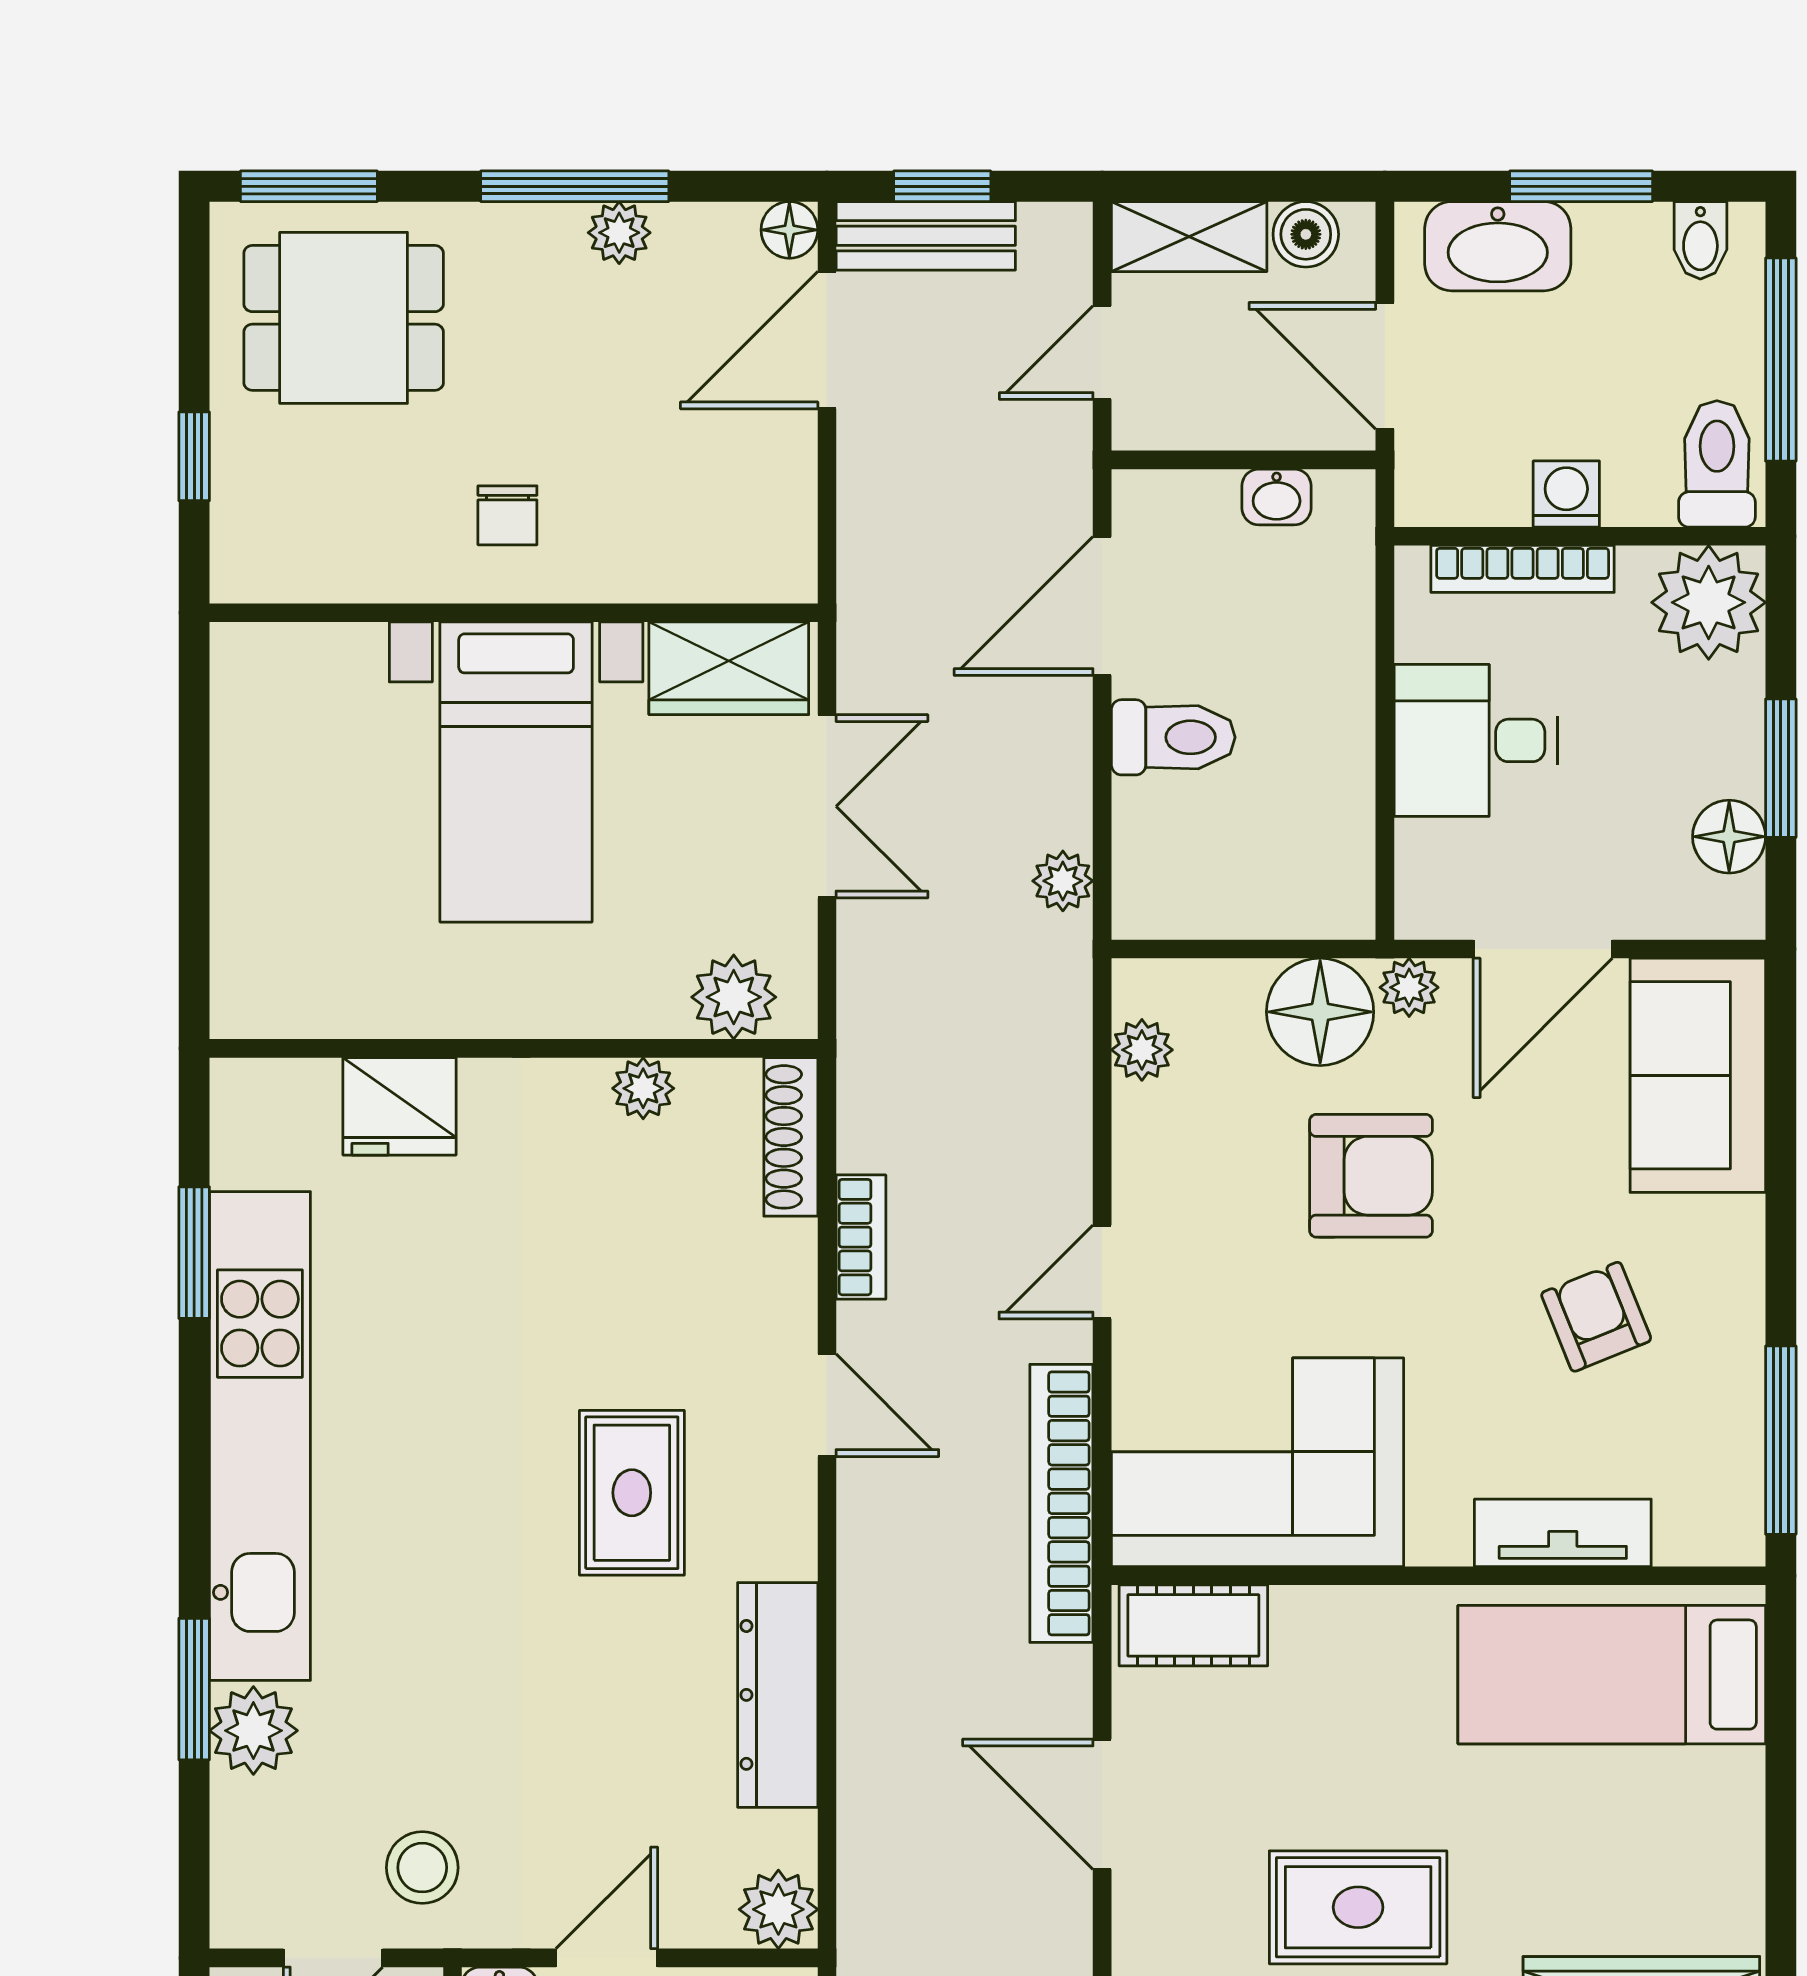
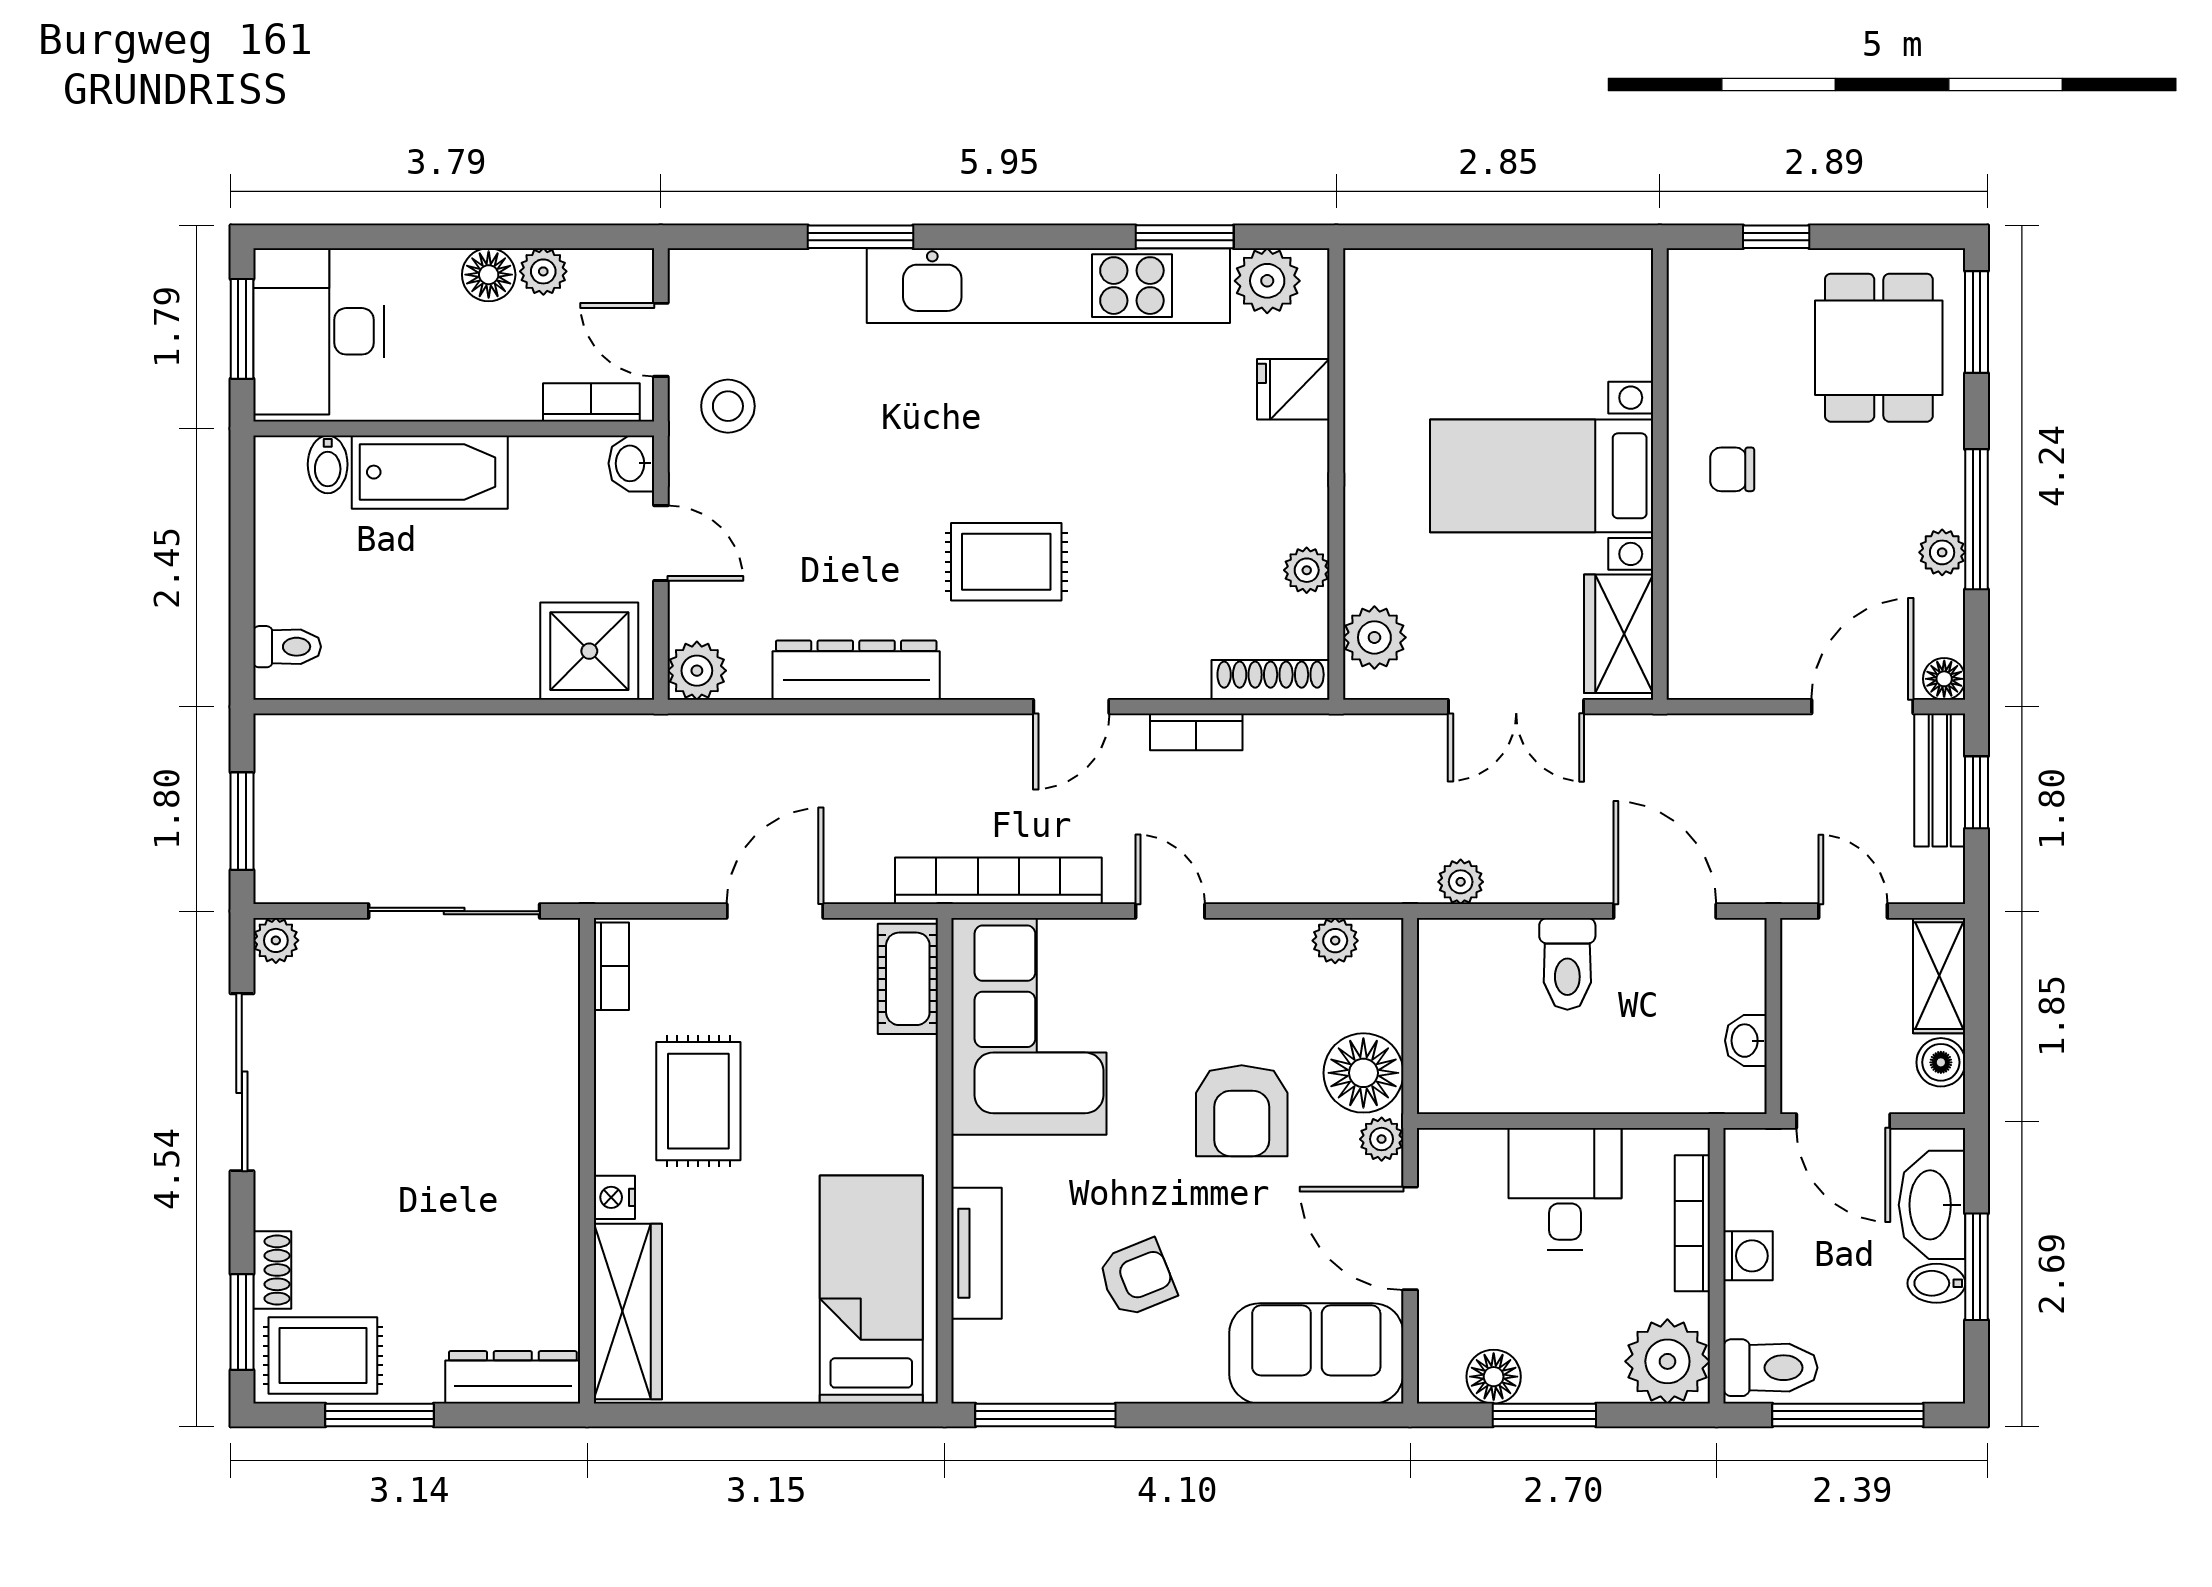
bidet: (1700, 240) -> (1936, 1283), moved
door: (827, 340) -> (1862, 707), hinge flipped
door: (1385, 366) -> (1843, 1121), swing flipped
fridge: (400, 1106) -> (1293, 389), width x0.72
plant: (253, 1731) -> (1267, 281), moved

